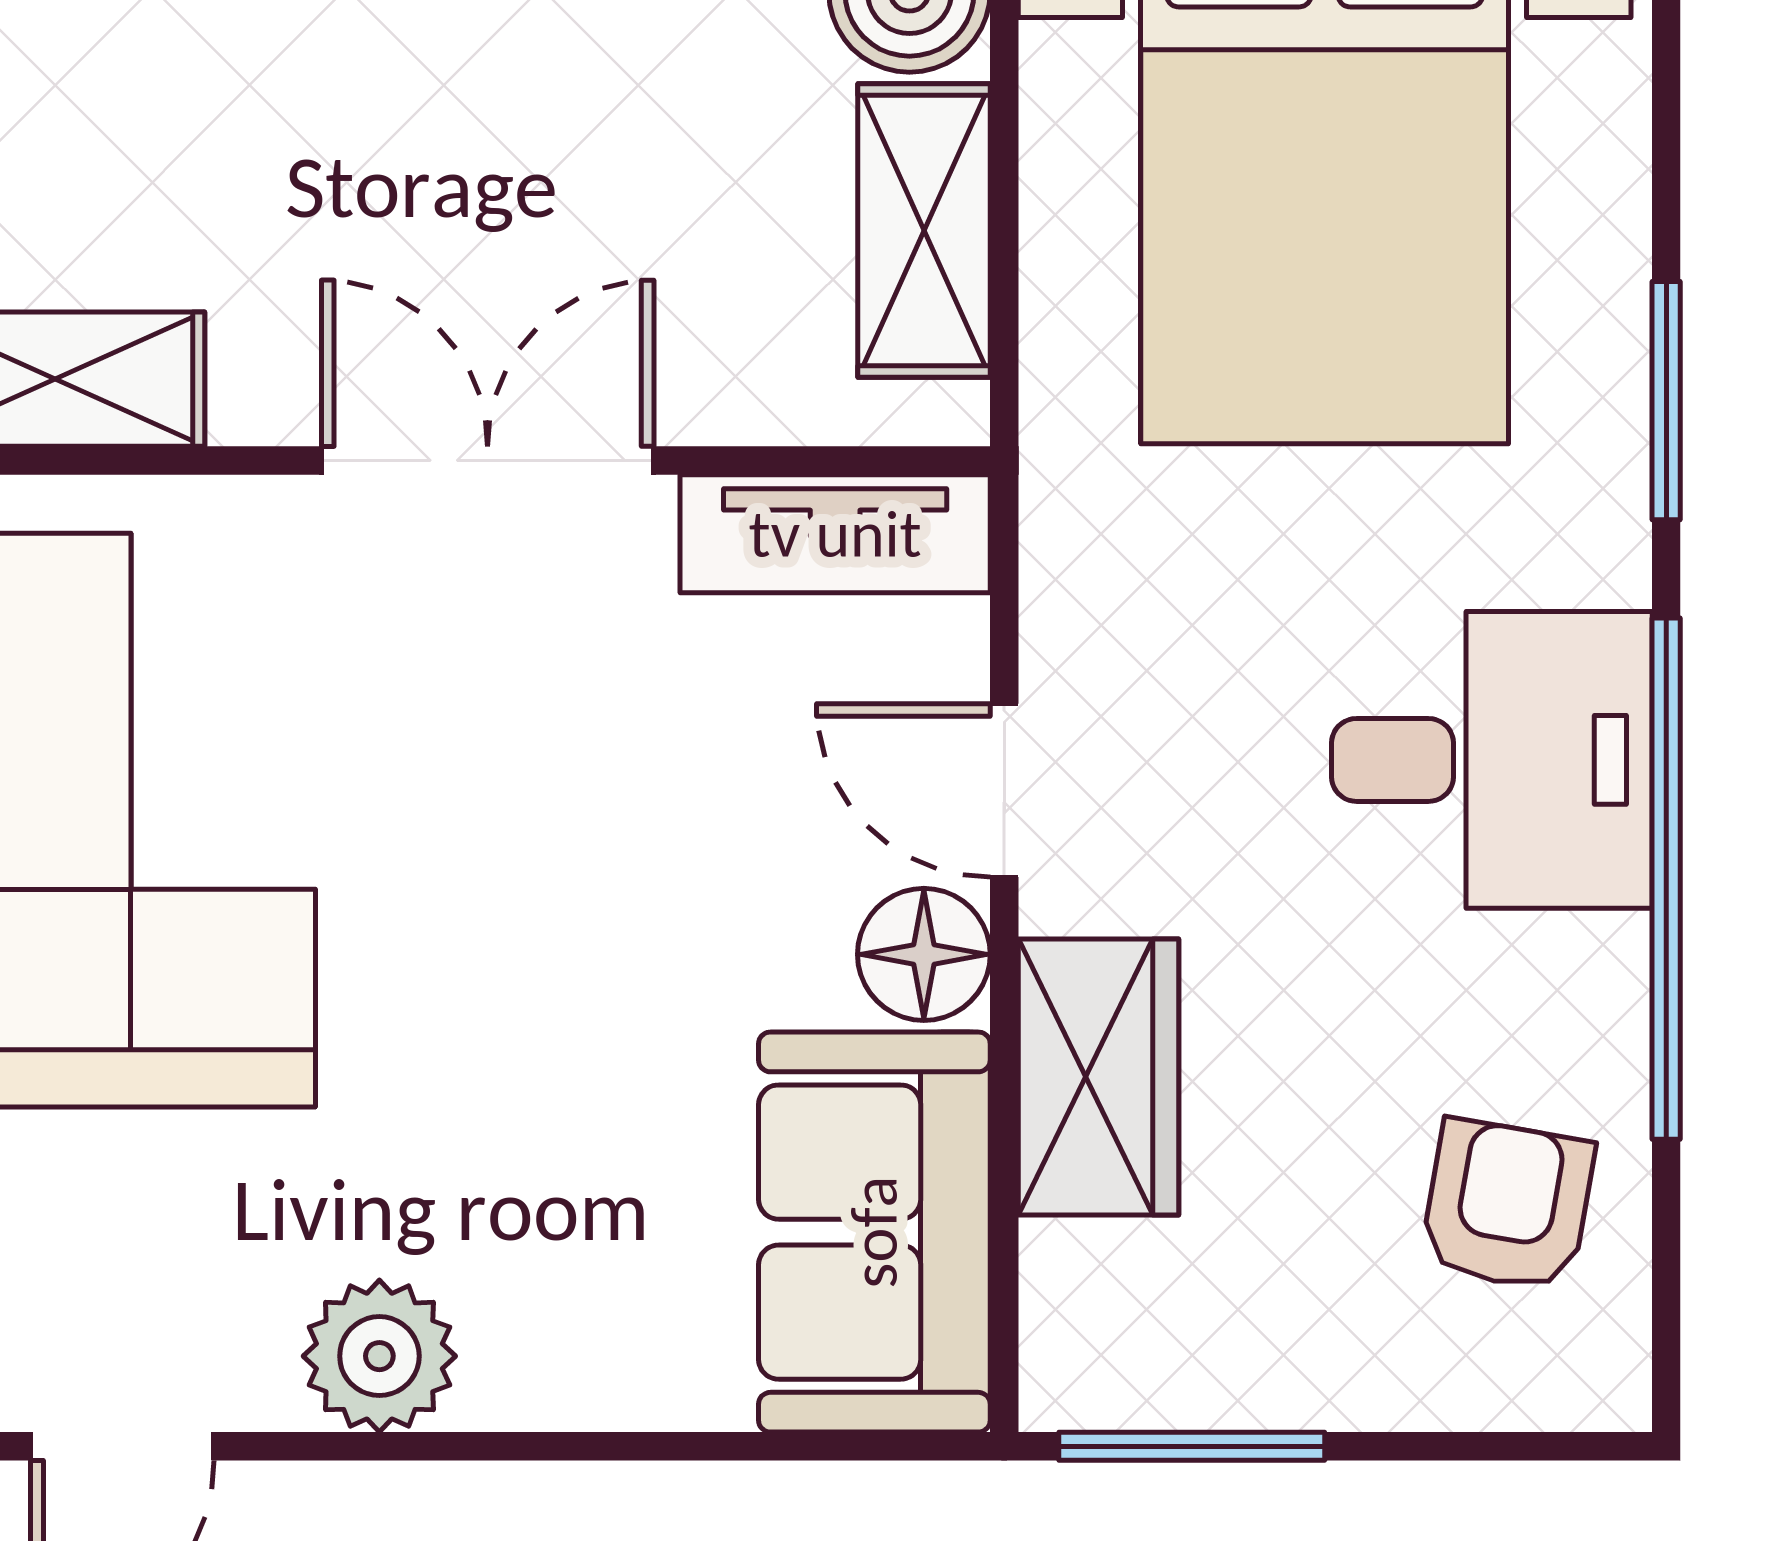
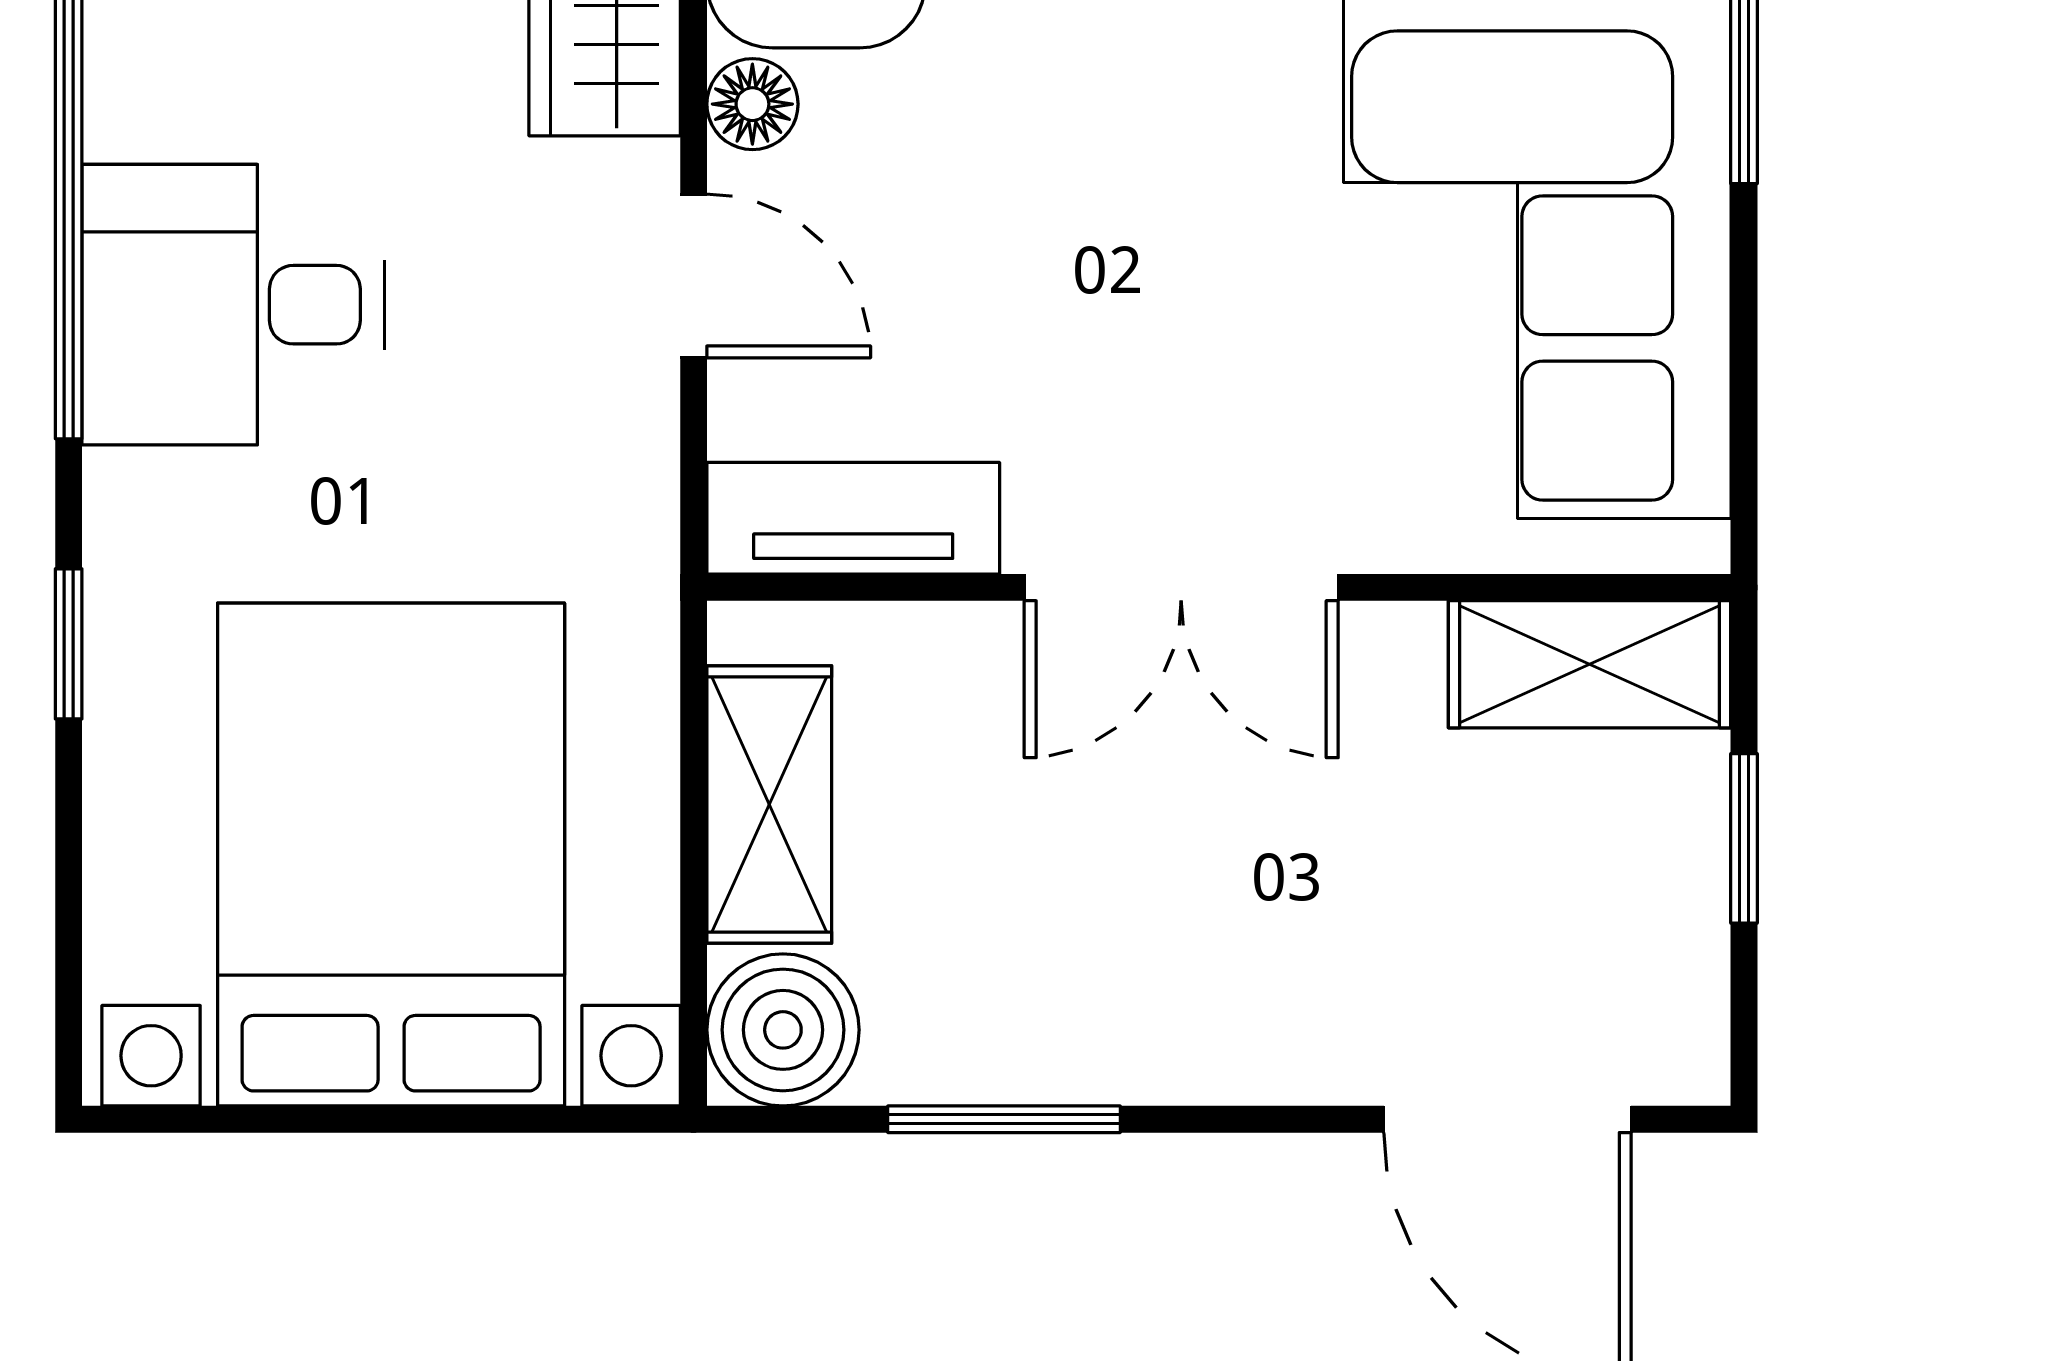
window: (1666, 401) -> (69, 644), width x0.67
floor lamp: (924, 954) -> (752, 104), width x0.73, depth x0.73

